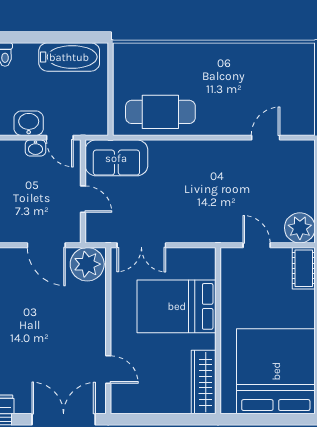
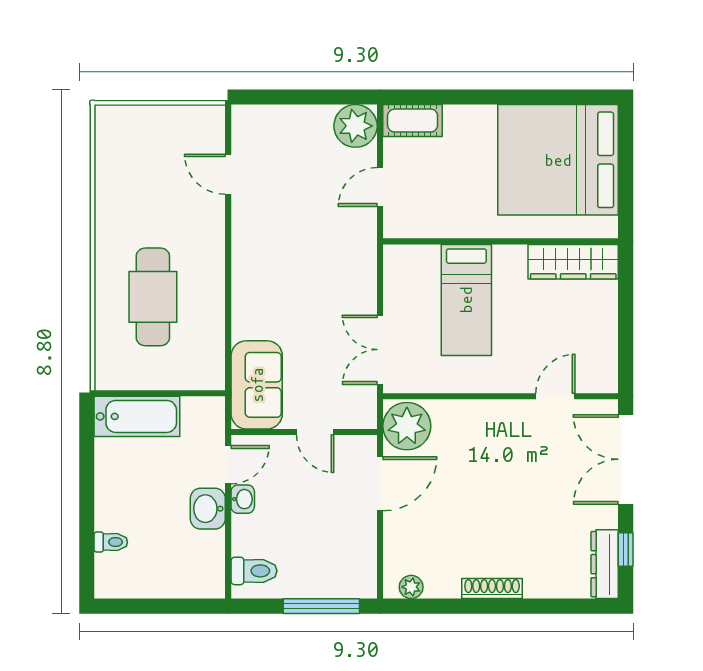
bathtub: (69, 57) -> (137, 416), moved, turned 90
cafe table: (160, 112) -> (153, 297), moved
door: (83, 199) -> (315, 432), swing flipped
double door: (141, 245) -> (380, 350), swing flipped
bed: (177, 306) -> (466, 300), width x0.67

